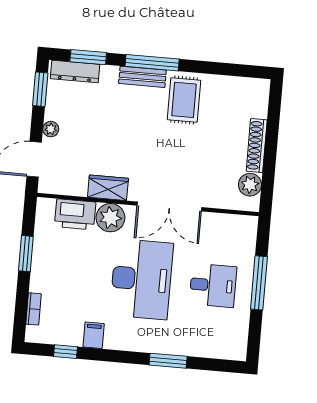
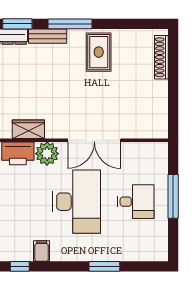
bench: (142, 77) -> (48, 36), moved
shoe rack: (257, 146) -> (161, 57), moved
plant: (250, 185) -> (159, 117), removed
wardrobe: (108, 188) -> (28, 129), moved

